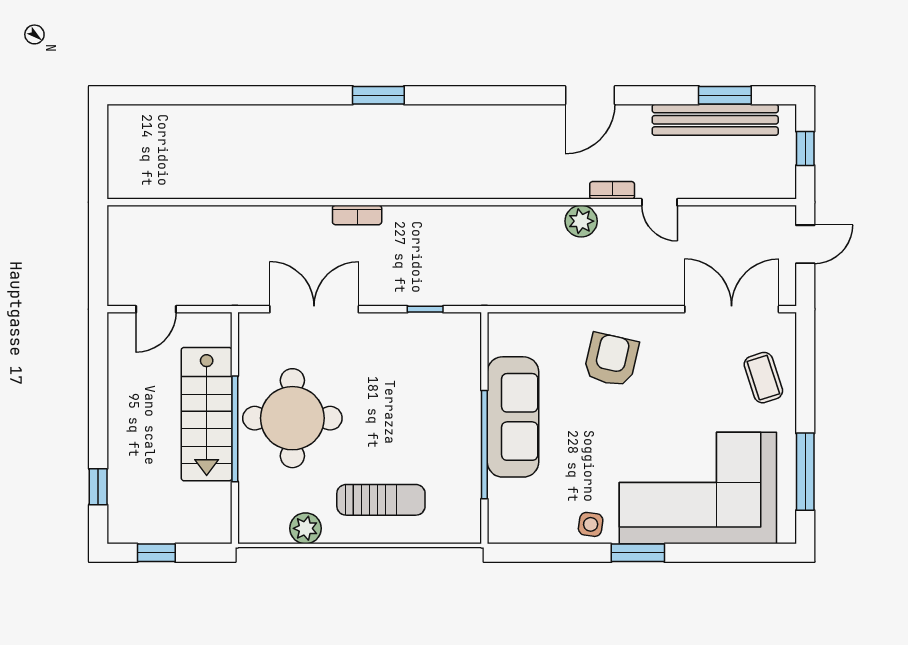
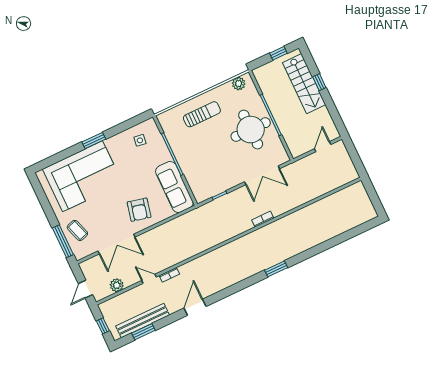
plant: (581, 221) -> (117, 285), moved
double door: (732, 309) -> (117, 244), moved
stairs: (207, 414) -> (304, 84), moved, turned 180
sofa: (513, 417) -> (174, 187), moved
window: (805, 472) -> (63, 241), moved
window: (98, 487) -> (319, 82), moved
sun lounger: (381, 500) -> (202, 114), turned 180
side table: (591, 524) -> (140, 140), moved
plant: (305, 528) -> (239, 84), moved

